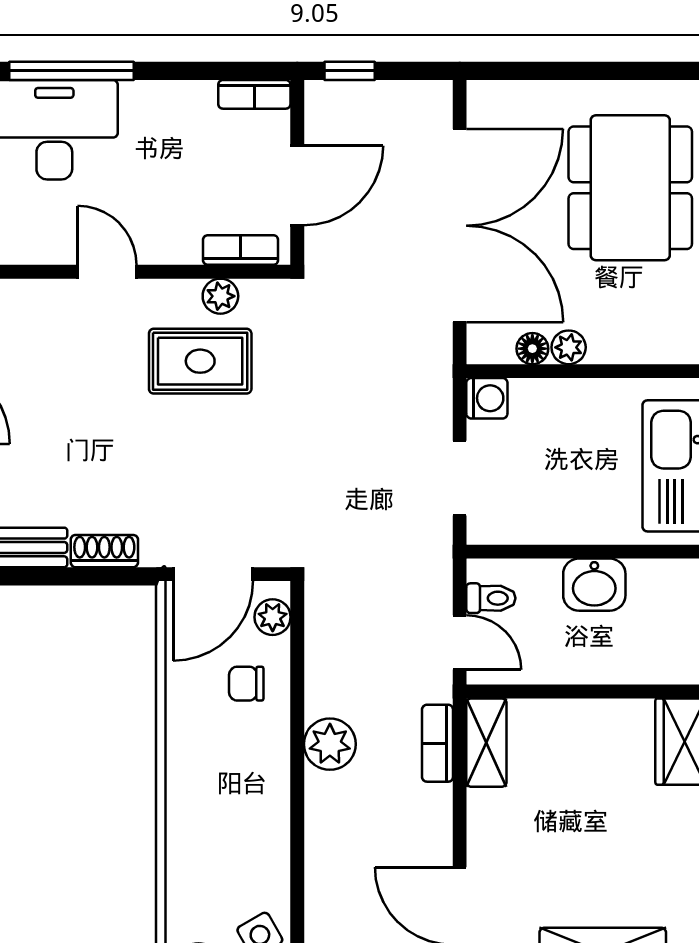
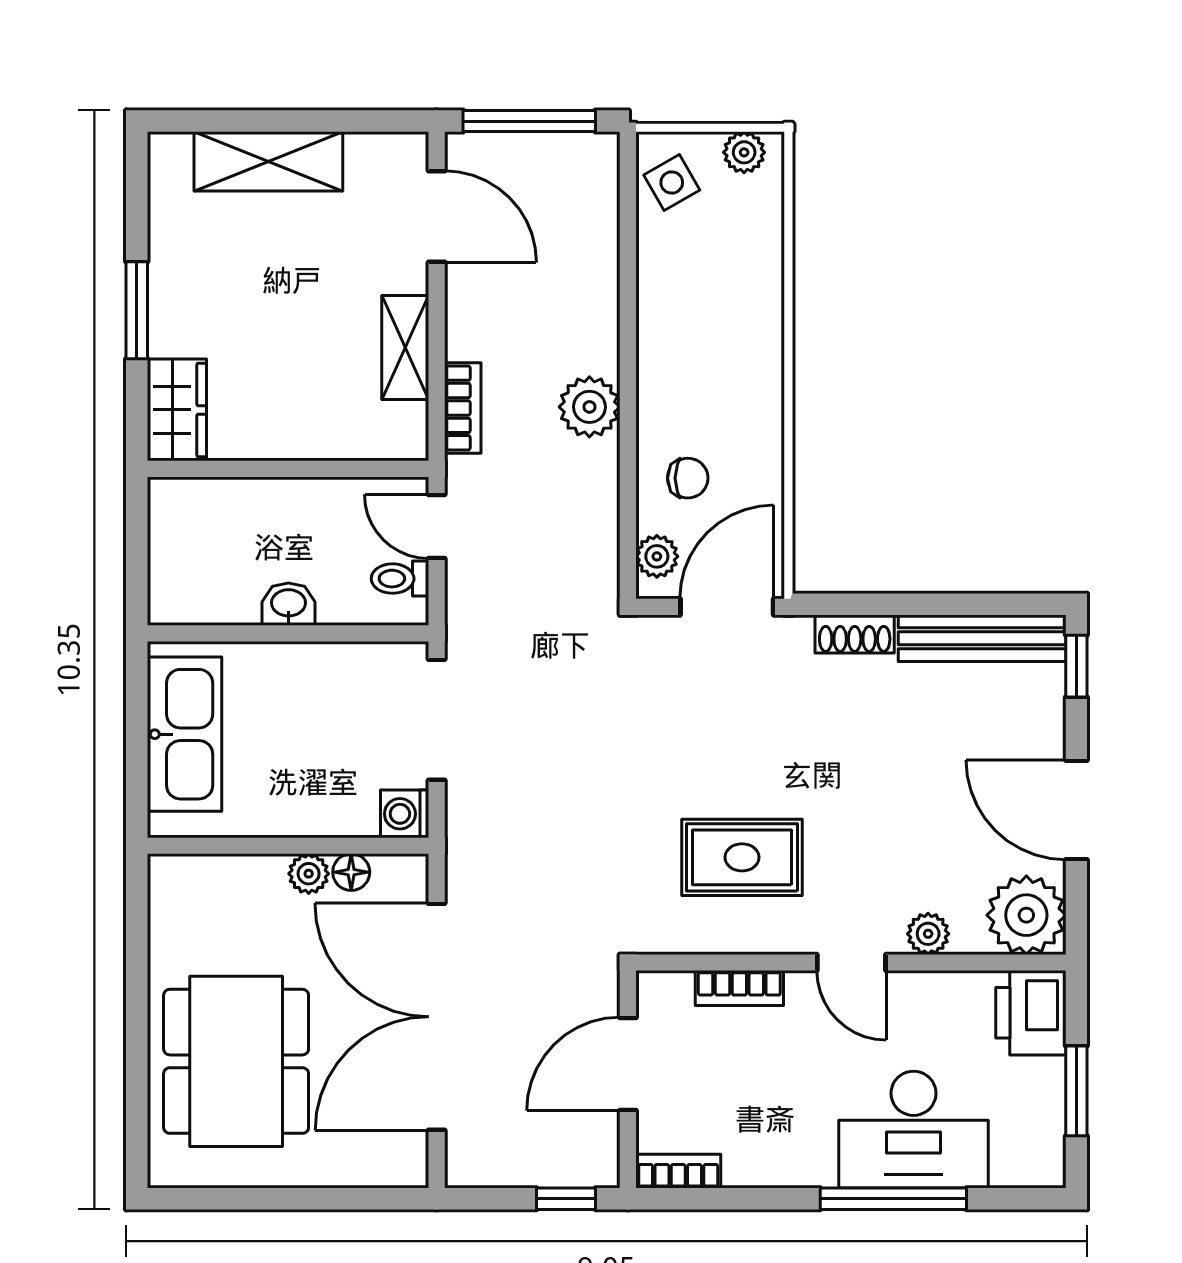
bookcase: (241, 250) -> (739, 988), moved
plant: (220, 296) -> (928, 934), moved
doorway: (460, 478) -> (437, 720), width x1.38
washbasin: (594, 585) -> (288, 604), width x0.72, depth x0.69
shelving: (486, 743) -> (405, 347), moved

